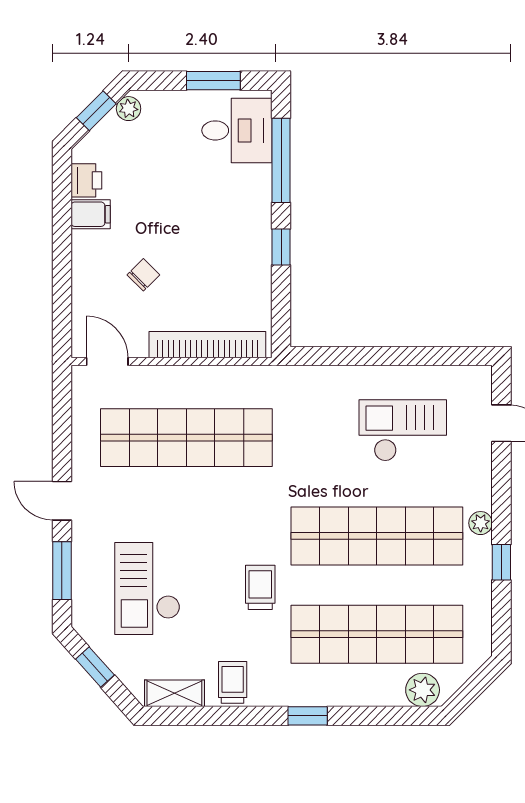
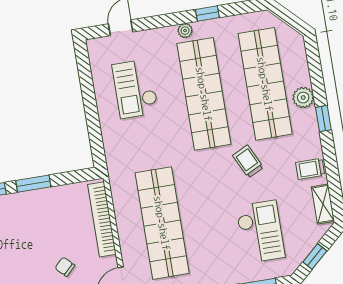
window: (281, 247) -> (33, 184), width x1.50
trolley: (260, 587) -> (248, 161), turned 64
checkout: (147, 589) -> (260, 232), turned -90
plant: (423, 690) -> (303, 98), moved

